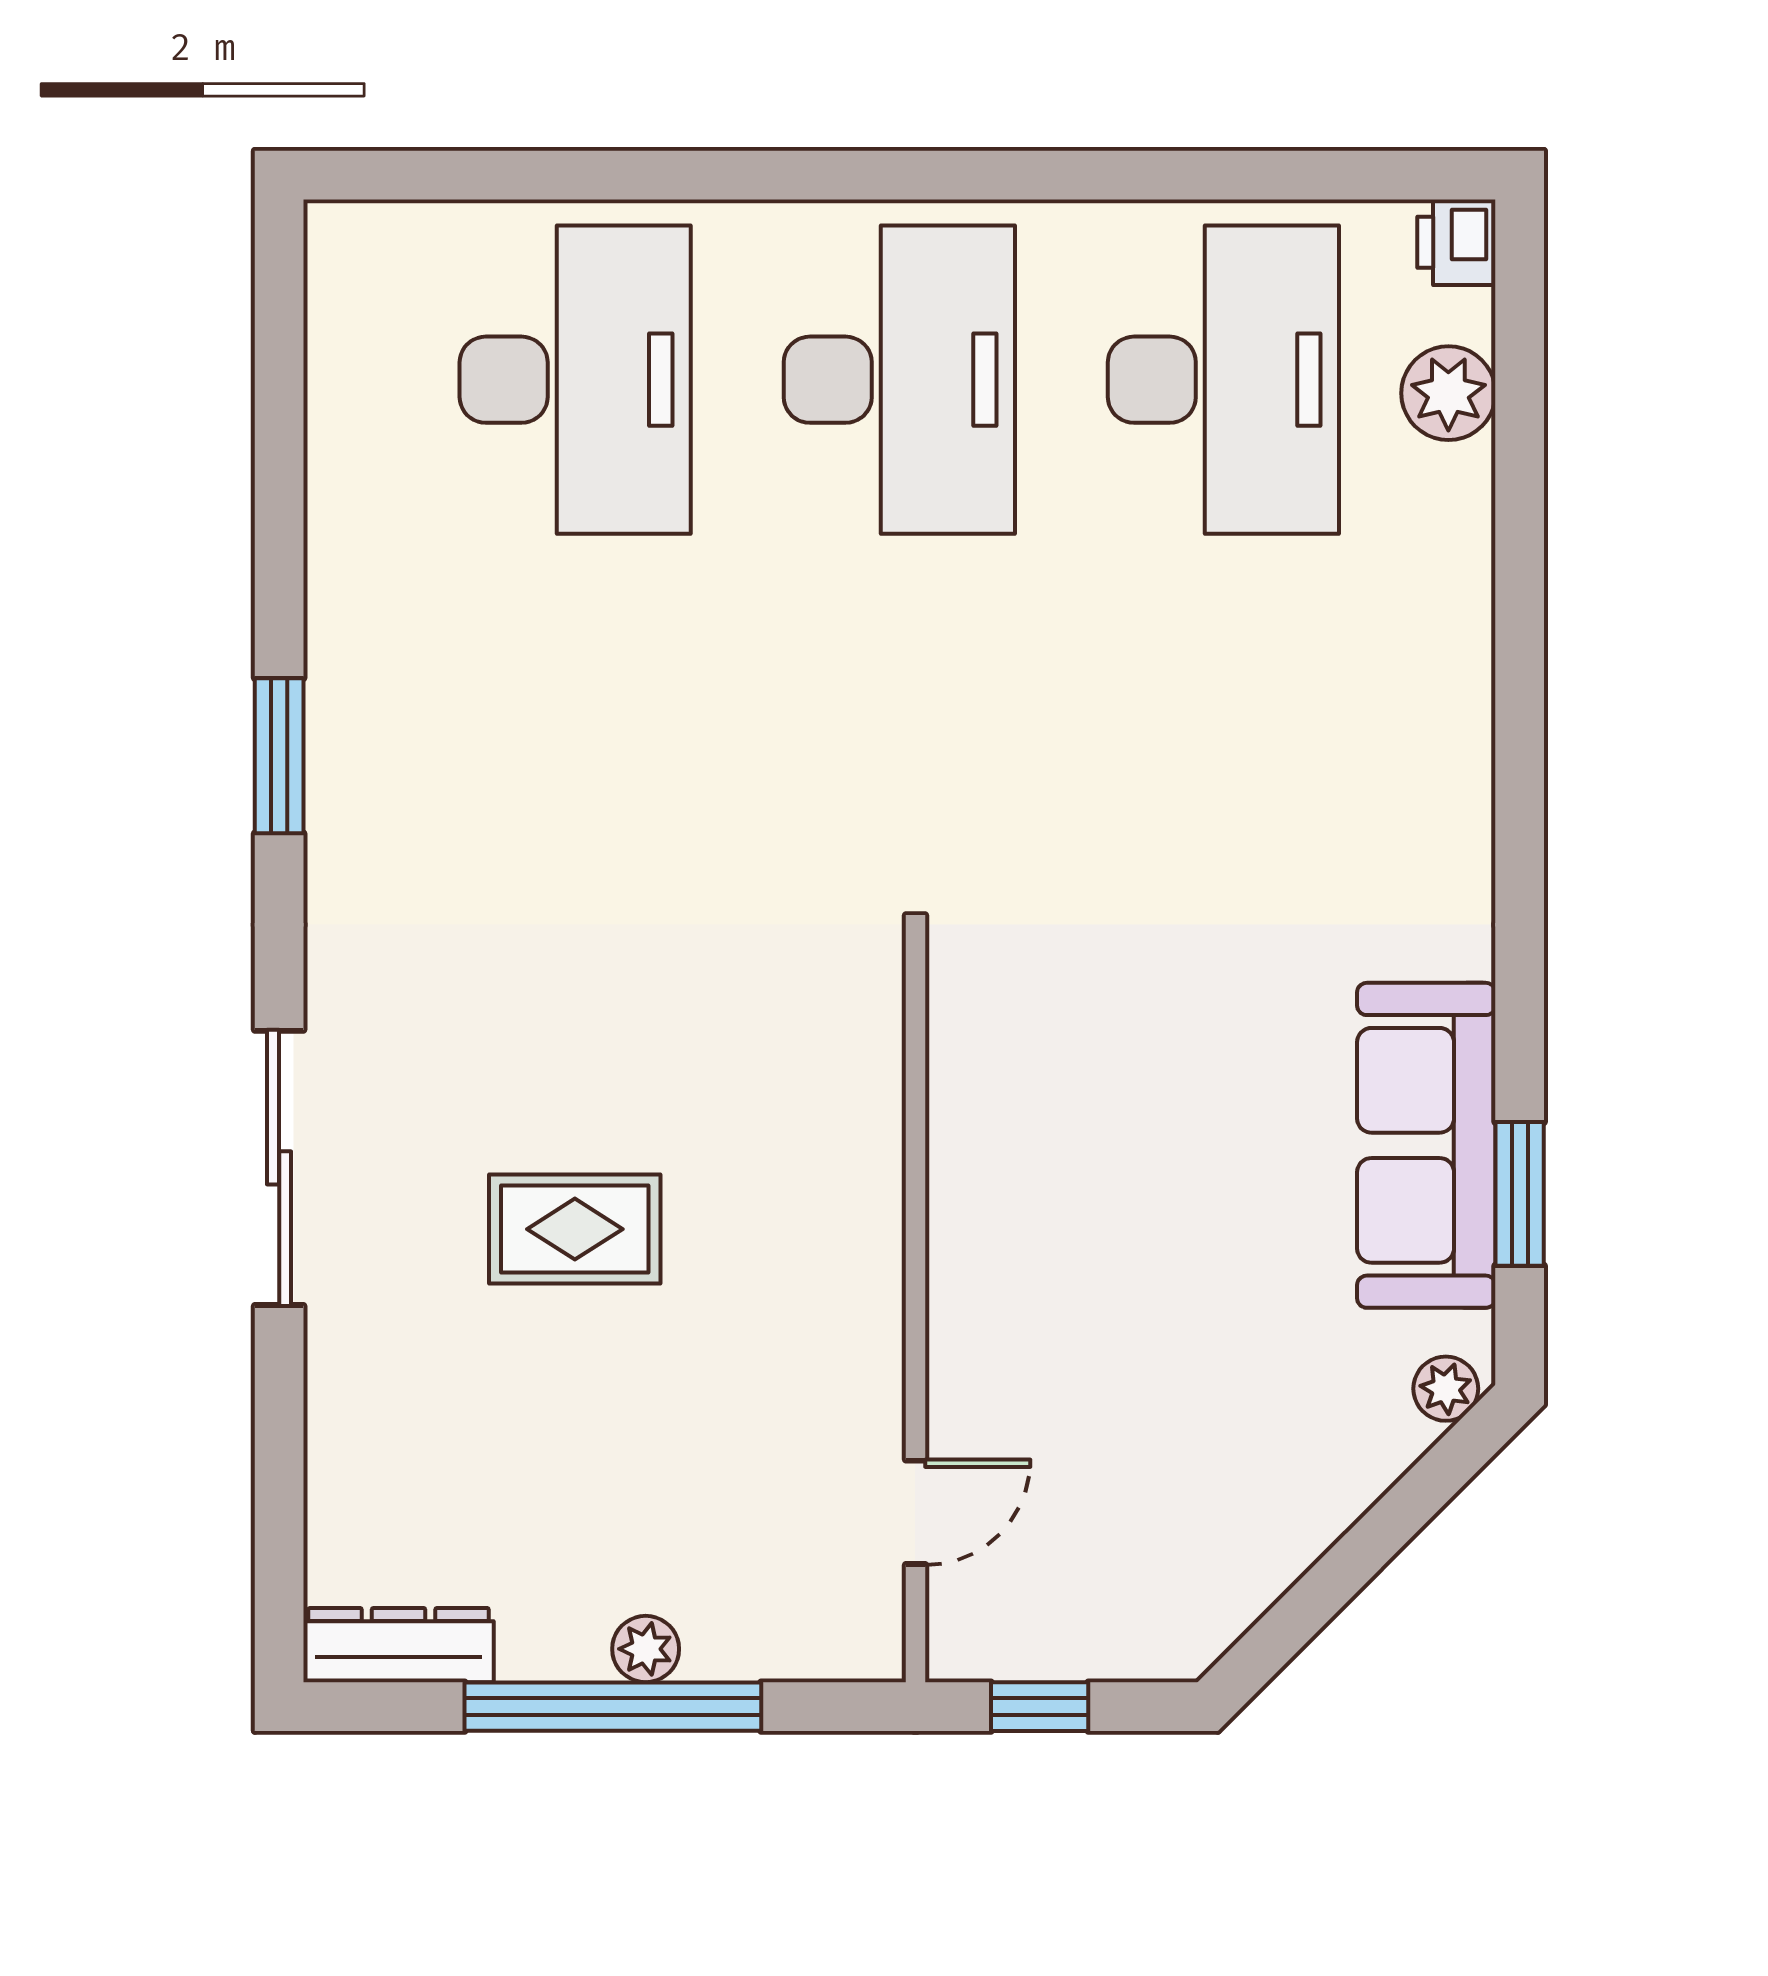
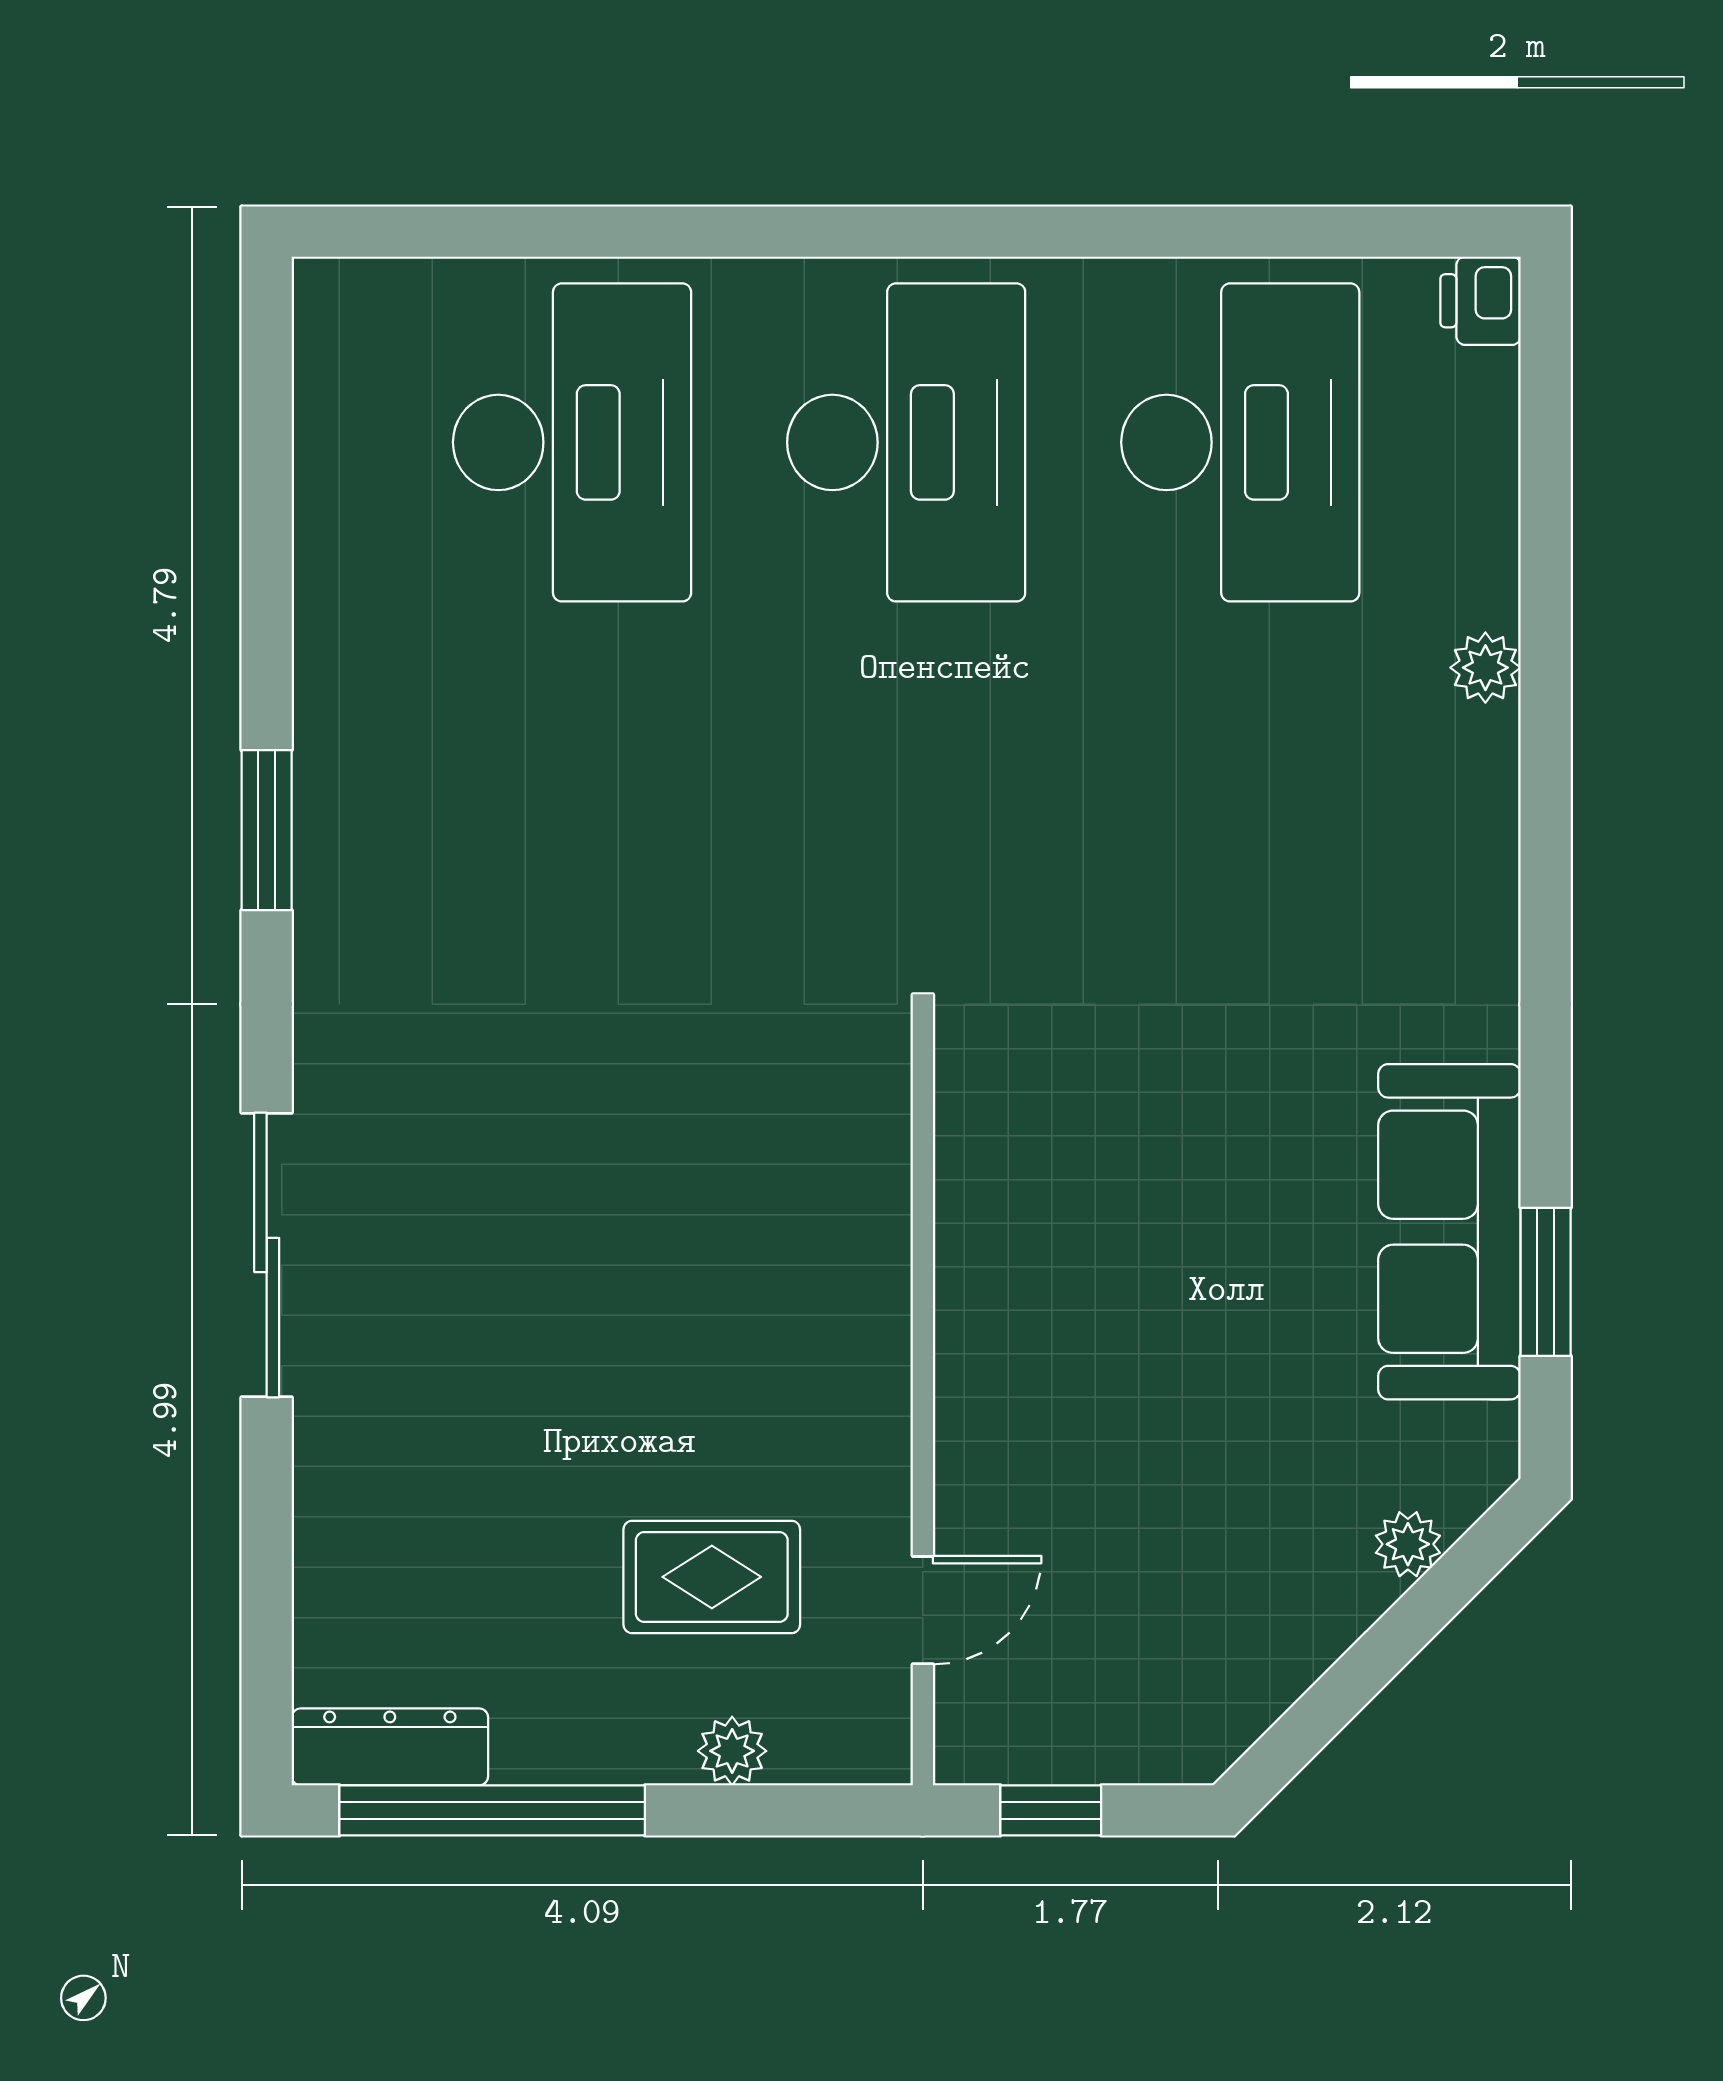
plant: (1448, 393) -> (1485, 668), moved, width x0.73, depth x0.73
rug: (575, 1229) -> (712, 1577), moved
plant: (1446, 1389) -> (1408, 1544), moved
plant: (646, 1649) -> (732, 1751), moved
window: (613, 1707) -> (492, 1810), moved

